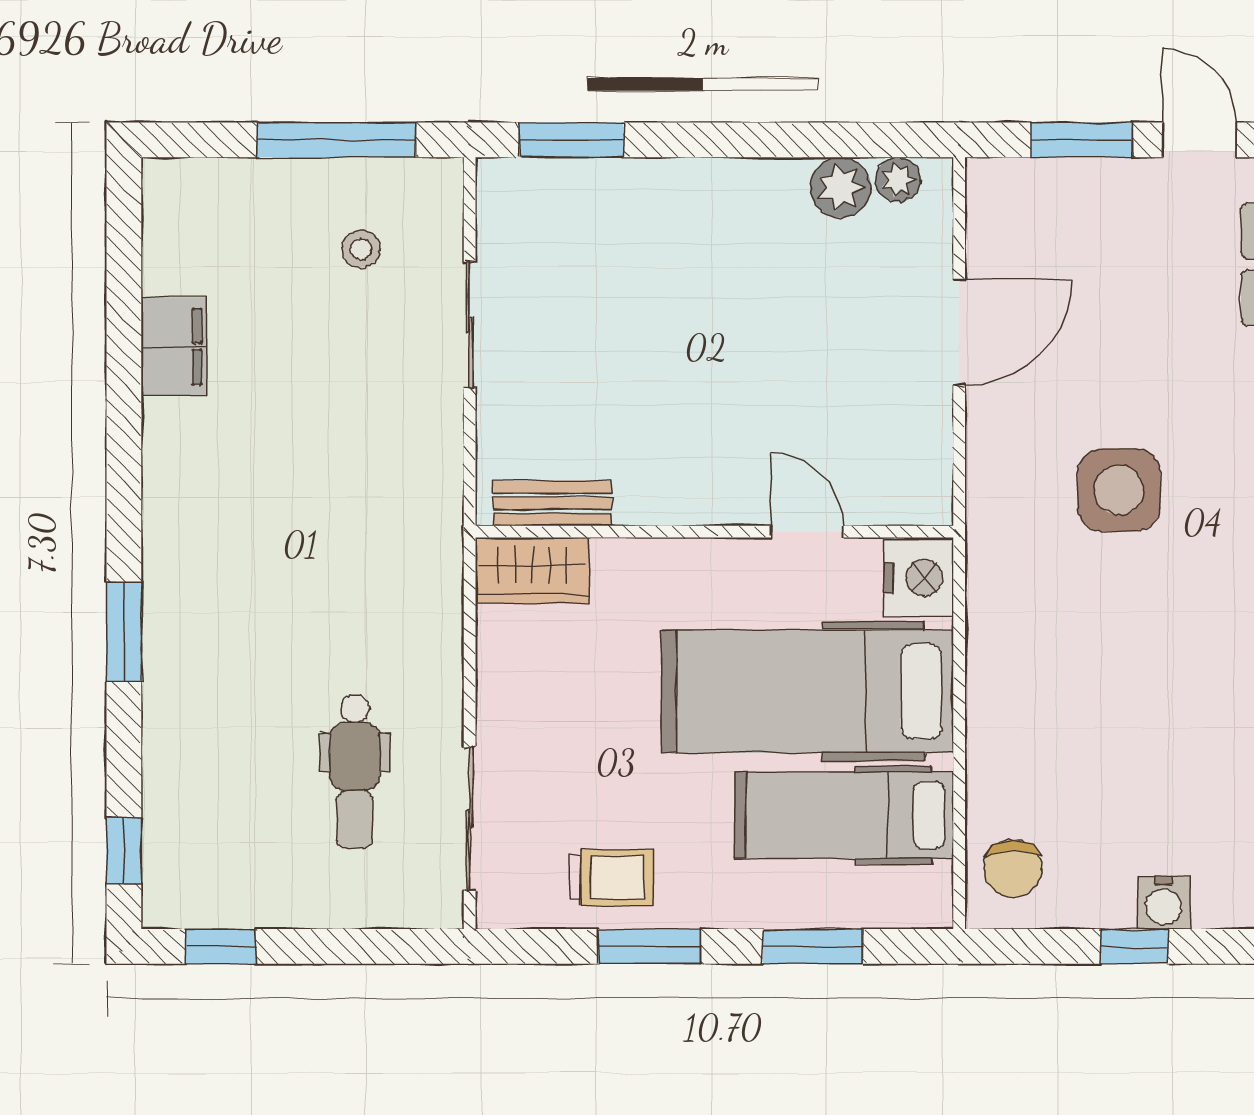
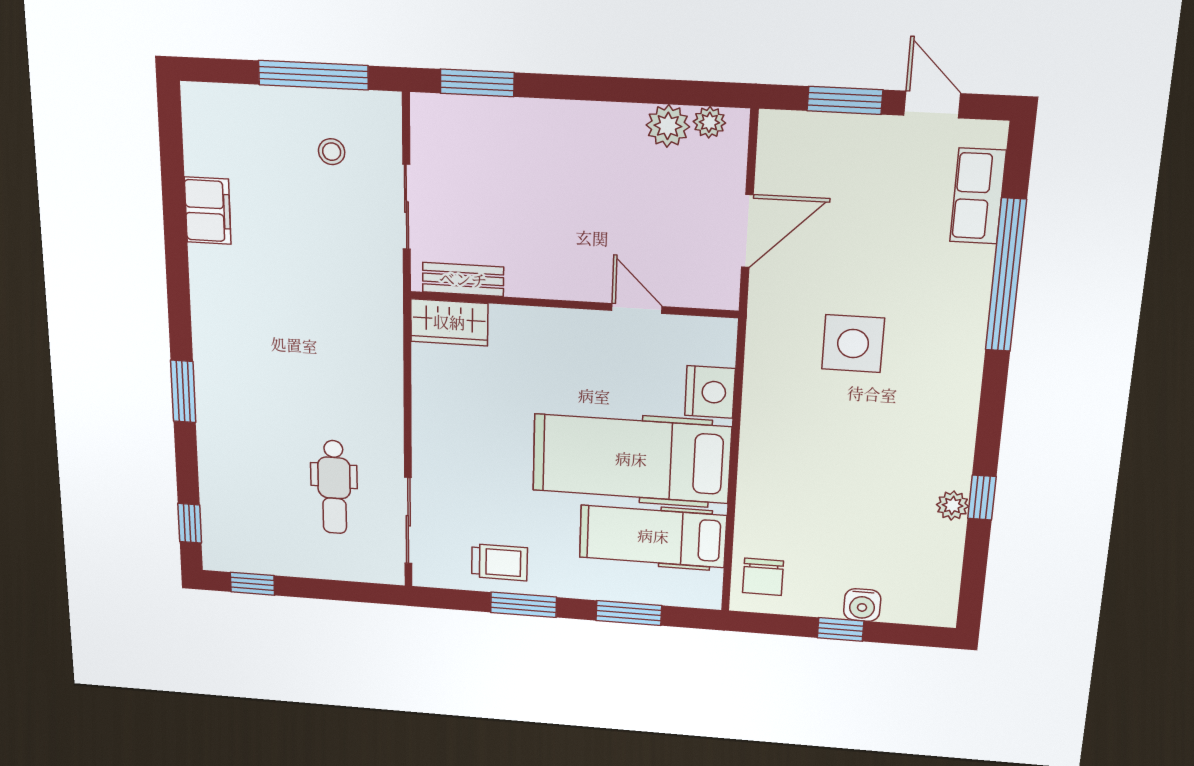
bench: (553, 503) -> (463, 279), moved
wall: (714, 532) -> (573, 305), moved
door: (807, 532) -> (637, 308), moved
wardrobe: (532, 571) -> (449, 322), moved

